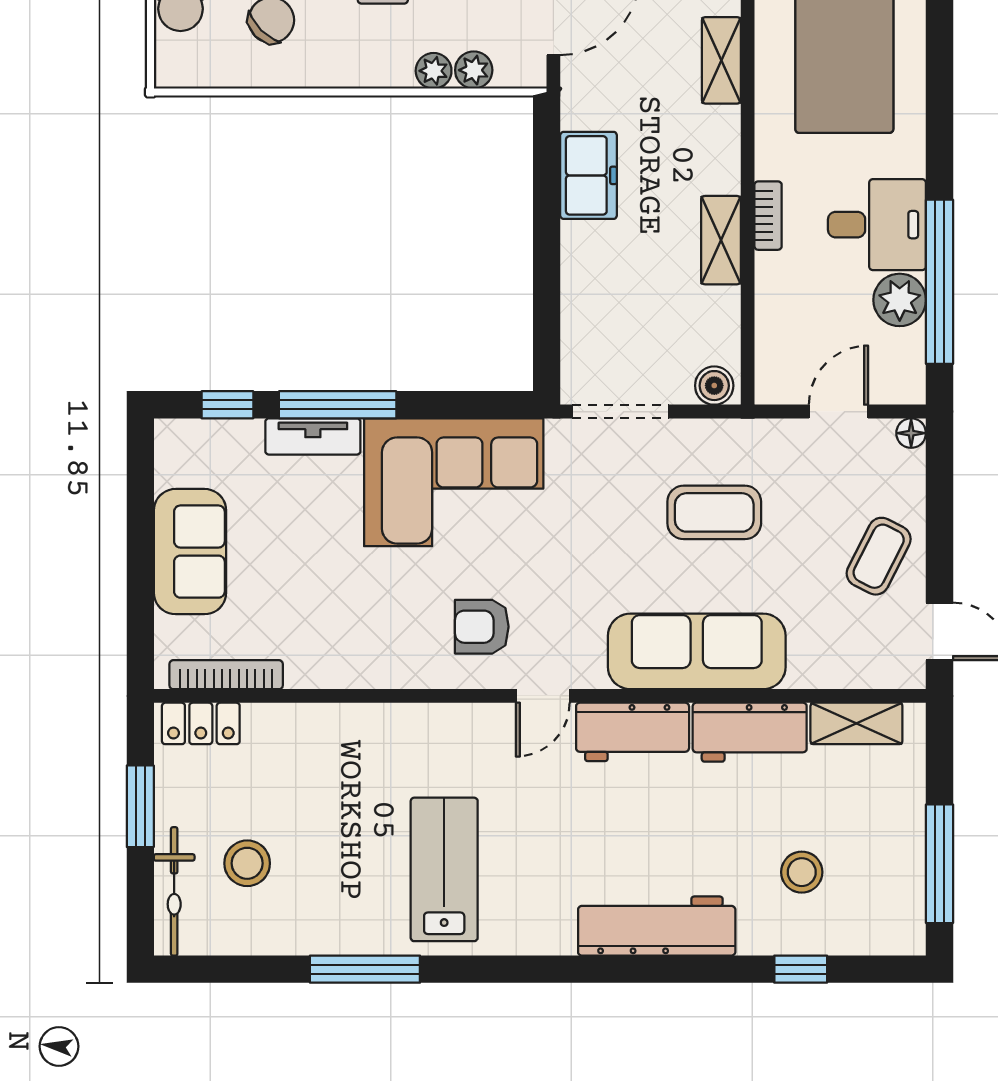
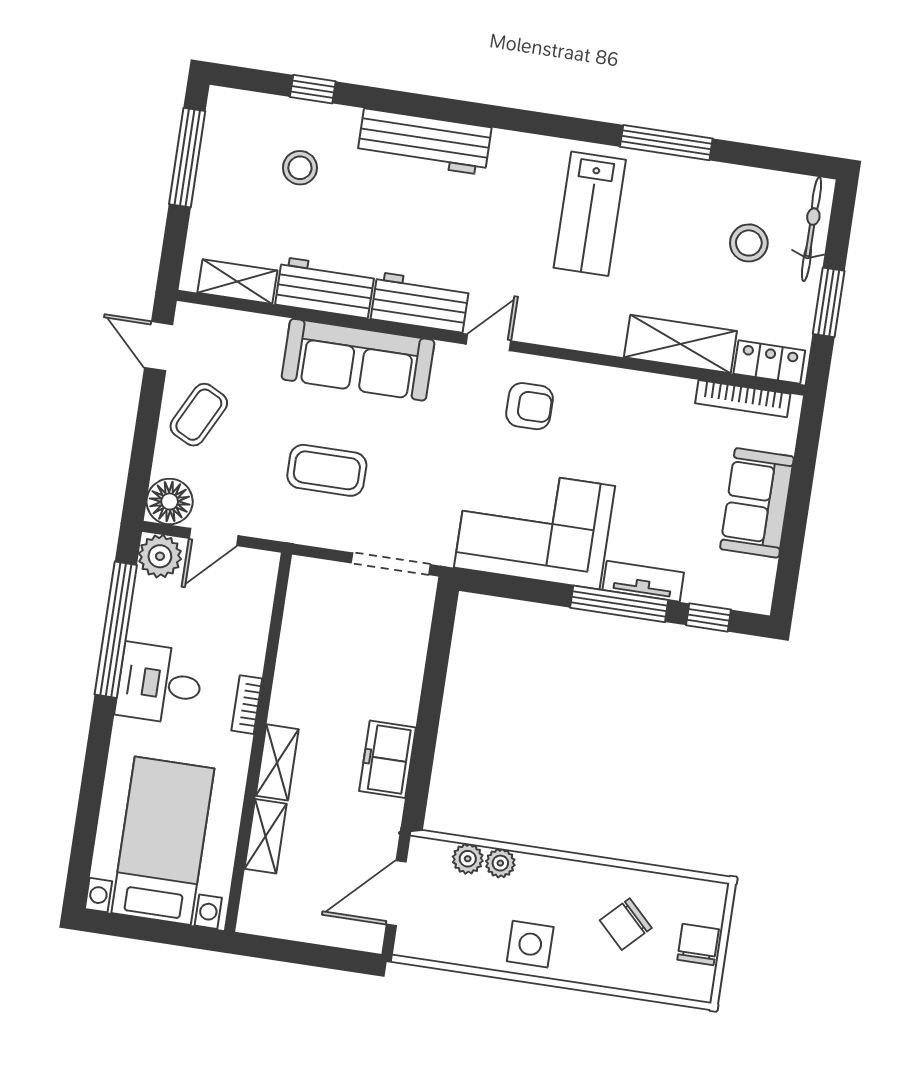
shelving: (721, 240) -> (277, 762), moved
plant: (900, 300) -> (160, 556), moved
boiler: (714, 386) -> (311, 573), removed
floor lamp: (911, 433) -> (170, 501), width x1.89, depth x1.89
shelving: (311, 729) -> (680, 344), added

